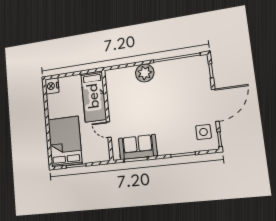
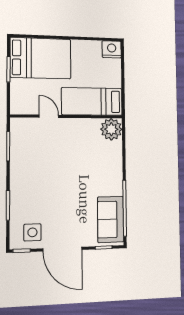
plant: (145, 73) -> (111, 129), moved
door: (109, 130) -> (49, 116), hinge flipped
sofa: (138, 147) -> (111, 219), moved, turned 180

